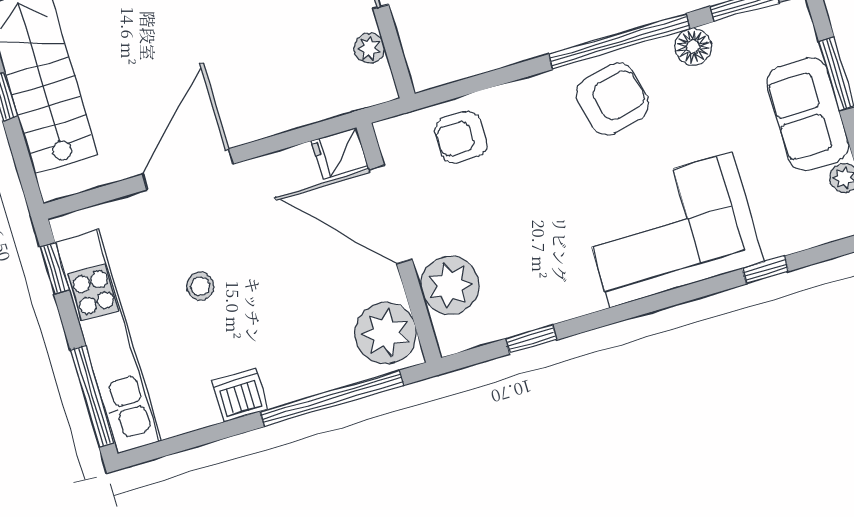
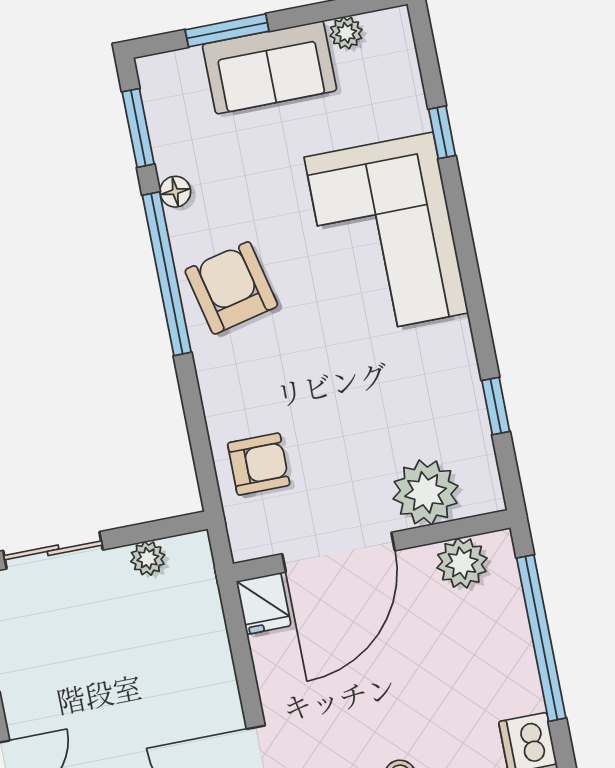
floor lamp: (693, 47) -> (175, 192), width x0.73, depth x0.73
armchair: (461, 137) -> (259, 464), turned -90
plant: (386, 333) -> (462, 563), width x0.73, depth x0.73

